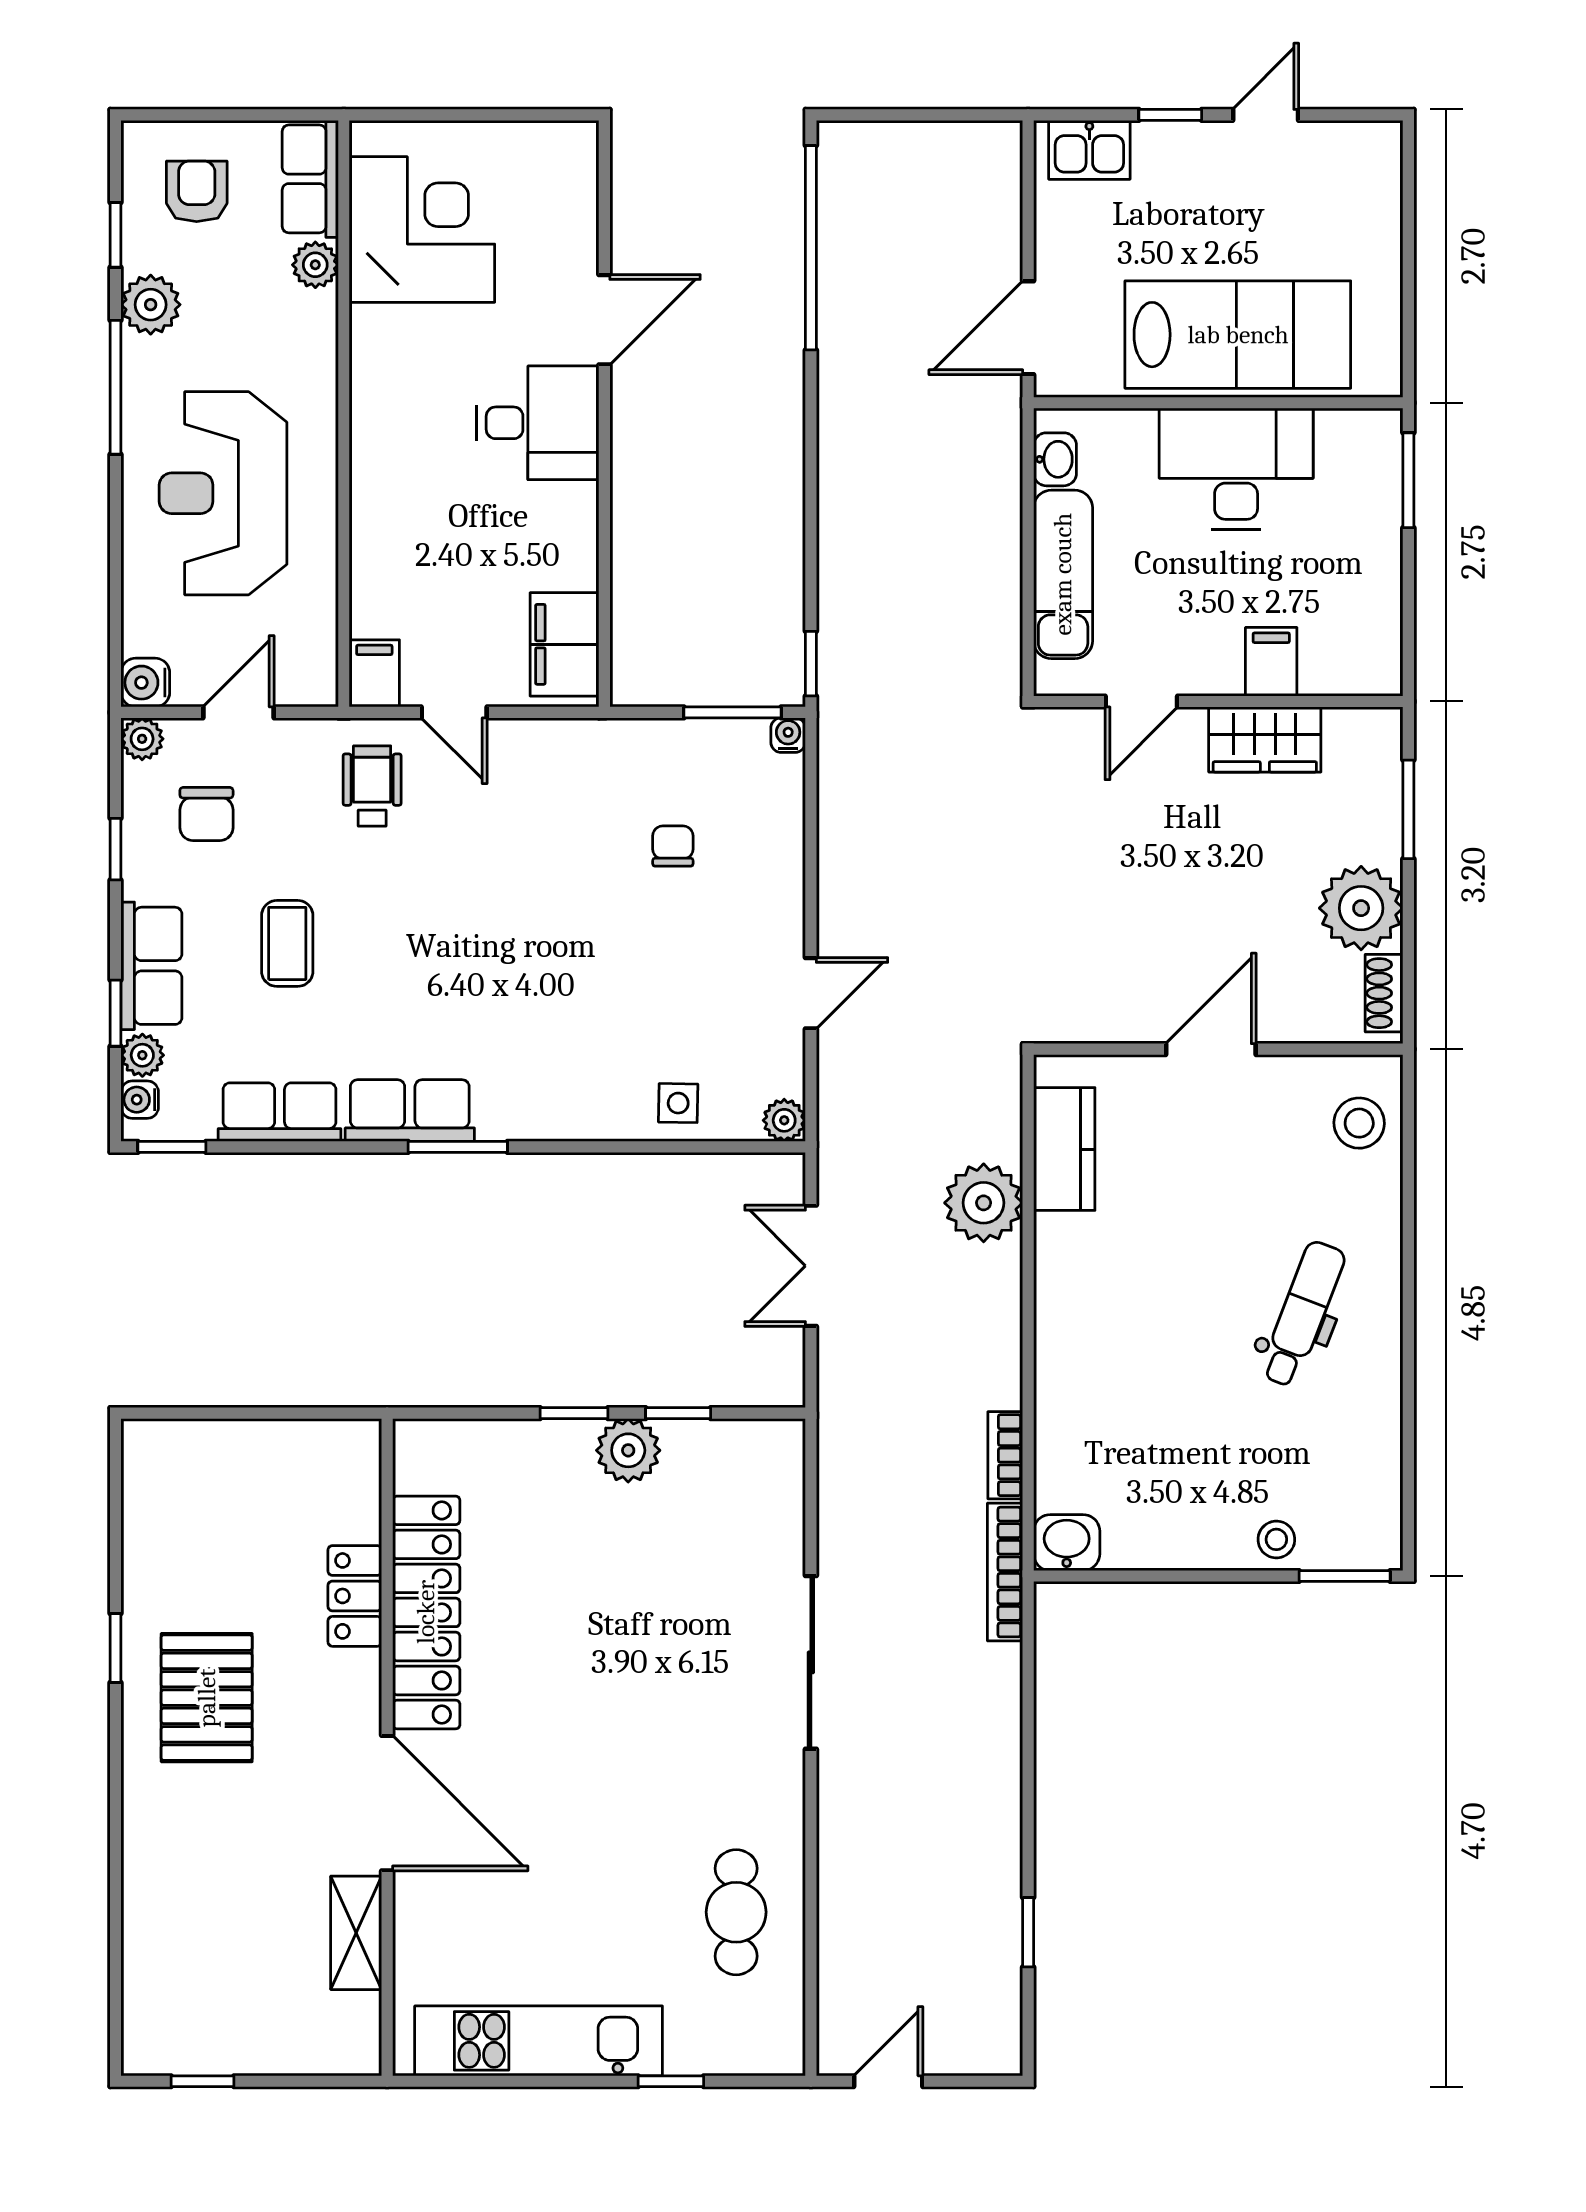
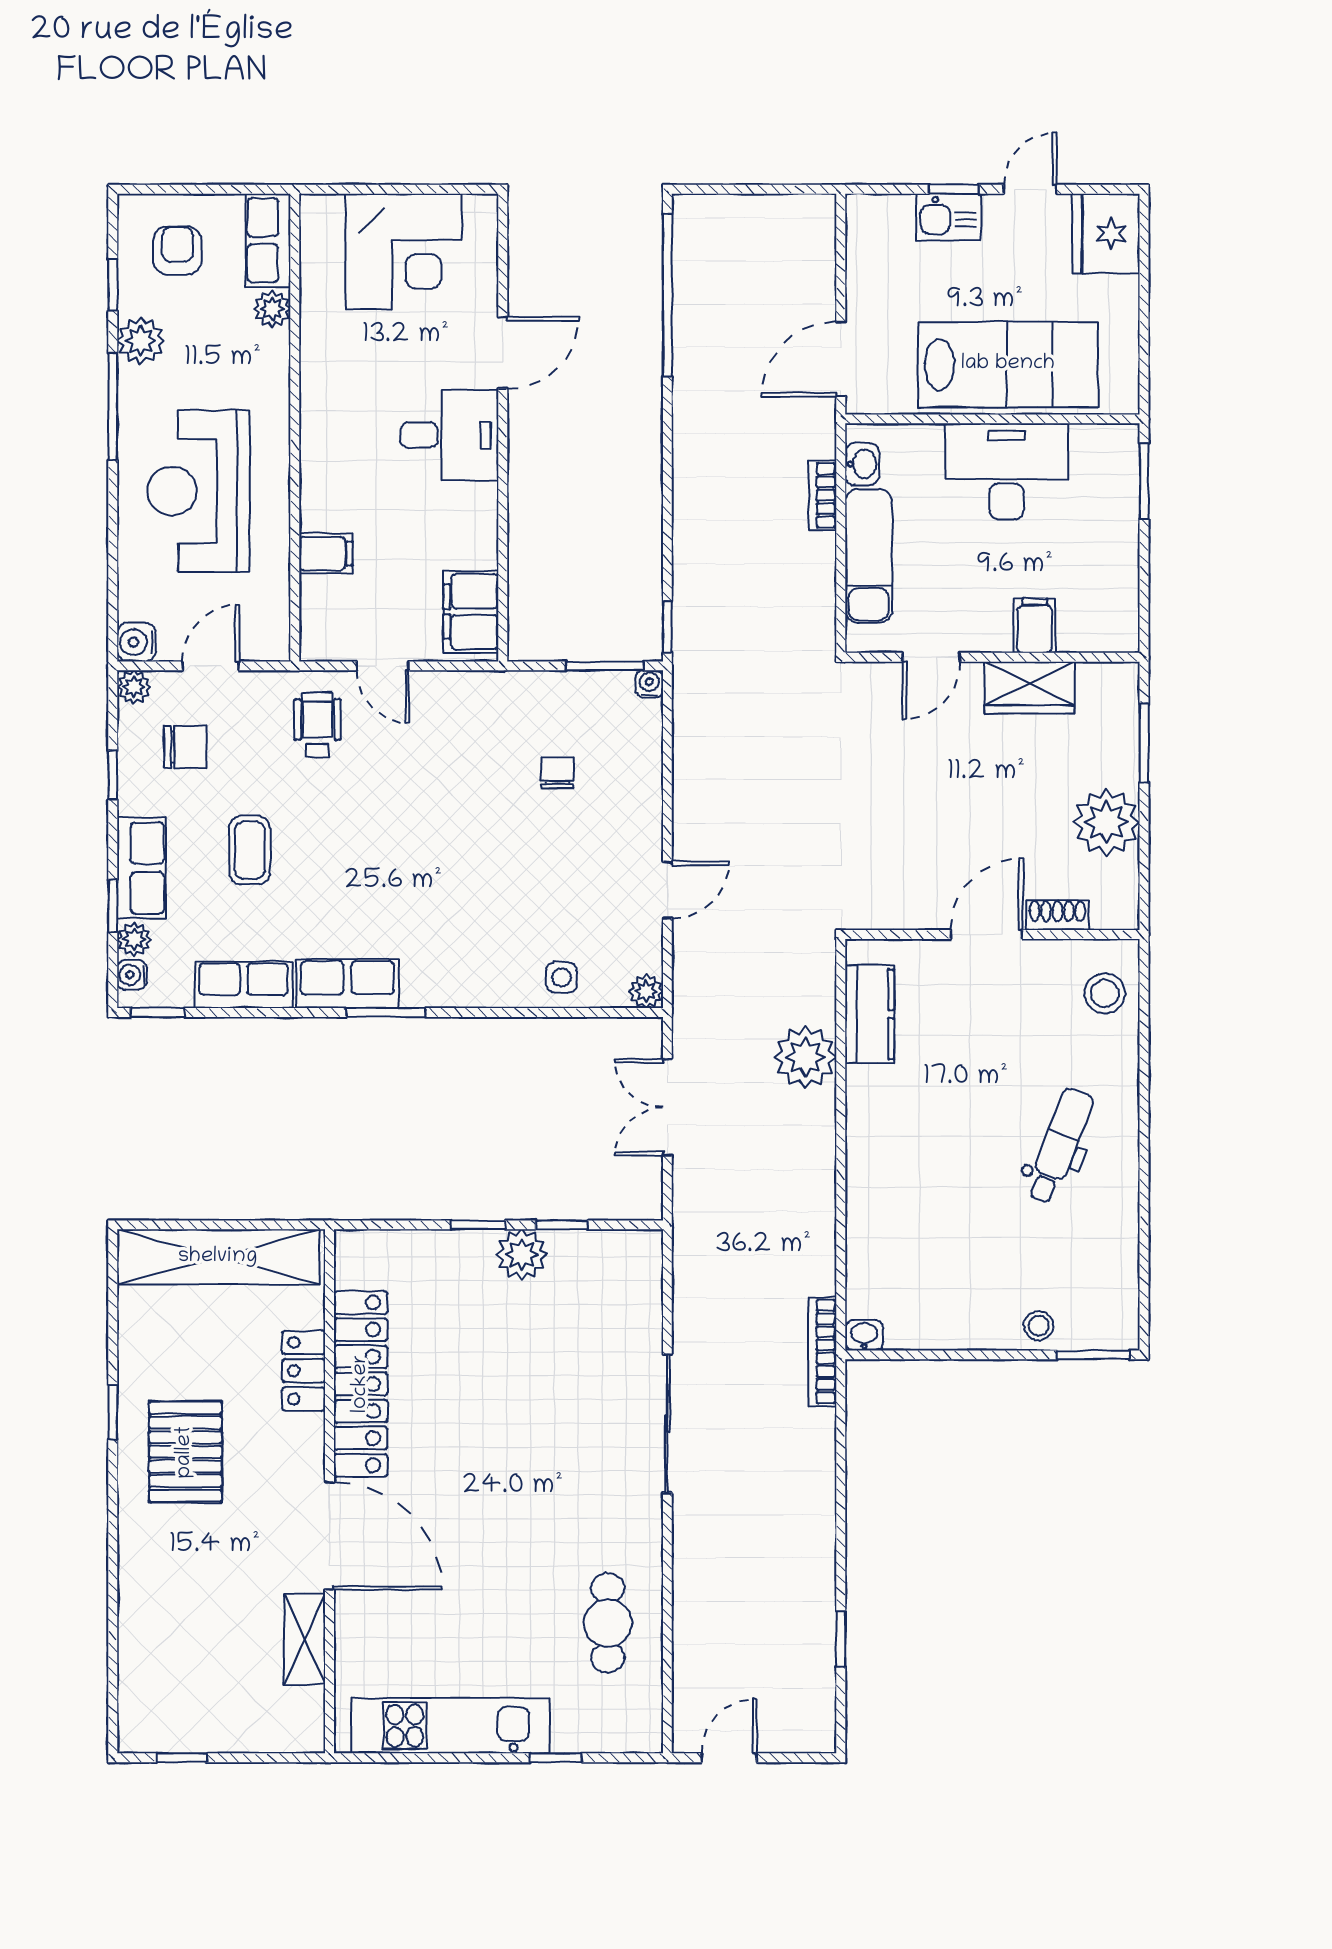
kitchen sink: (1089, 150) -> (948, 217), moved
fridge: (1361, 170) -> (1106, 233), added
corner desk: (422, 230) -> (404, 252), moved, turned 90
filing cabinet: (374, 673) -> (326, 553), moved, turned 90
chair: (206, 814) -> (185, 747), turned -90
shoe rack: (1384, 993) -> (1057, 915), moved, turned 90
shelving: (248, 1453) -> (218, 1257), added
bookcase: (1005, 1455) -> (823, 495), moved
washbasin: (1067, 1543) -> (864, 1335), width x0.72, depth x0.69

